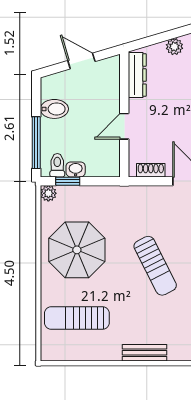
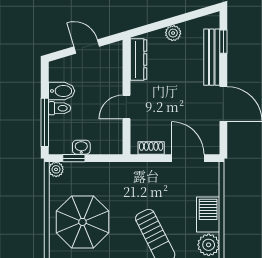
toilet: (57, 165) -> (60, 108), moved, turned 90

